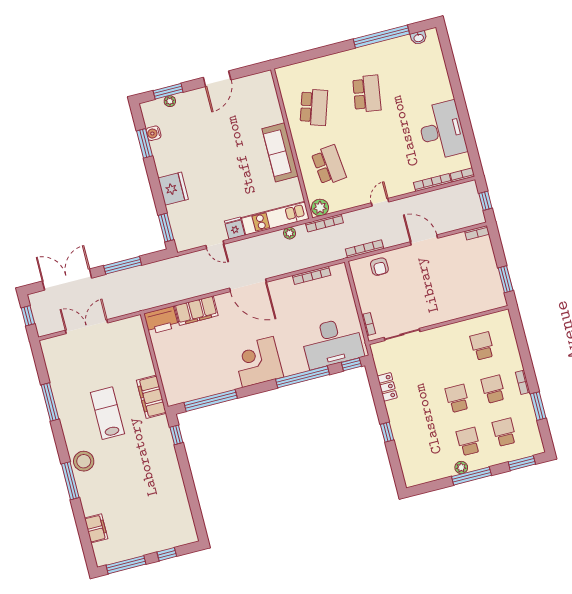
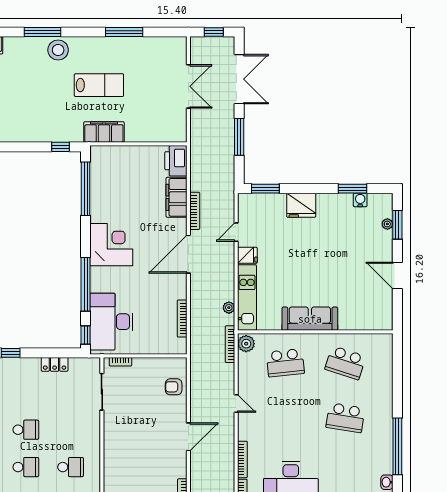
bookcase: (365, 249) -> (195, 211), moved

